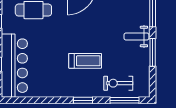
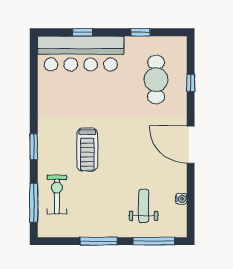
weight bench: (136, 36) -> (144, 206), moved

